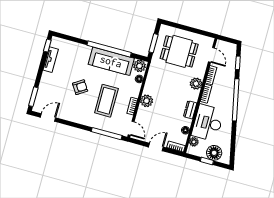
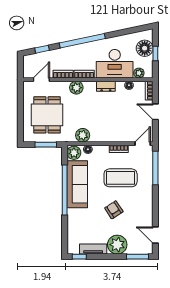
plant: (49, 82) -> (117, 245), added
plant: (147, 101) -> (83, 135), moved

